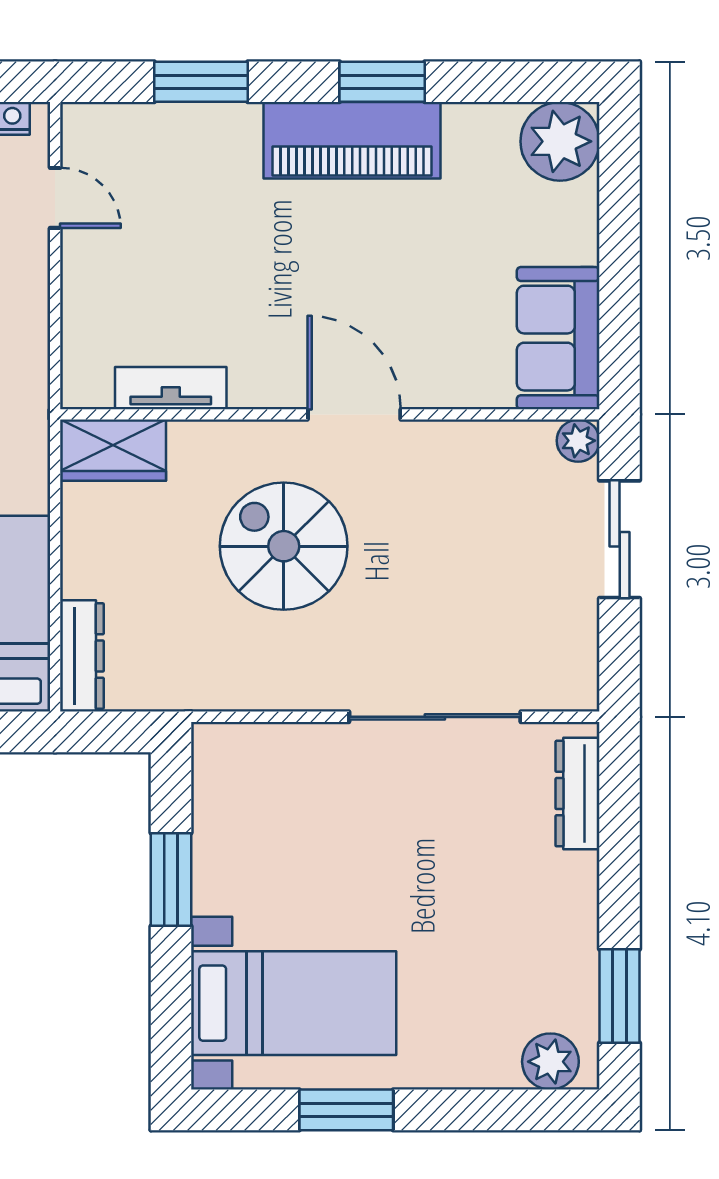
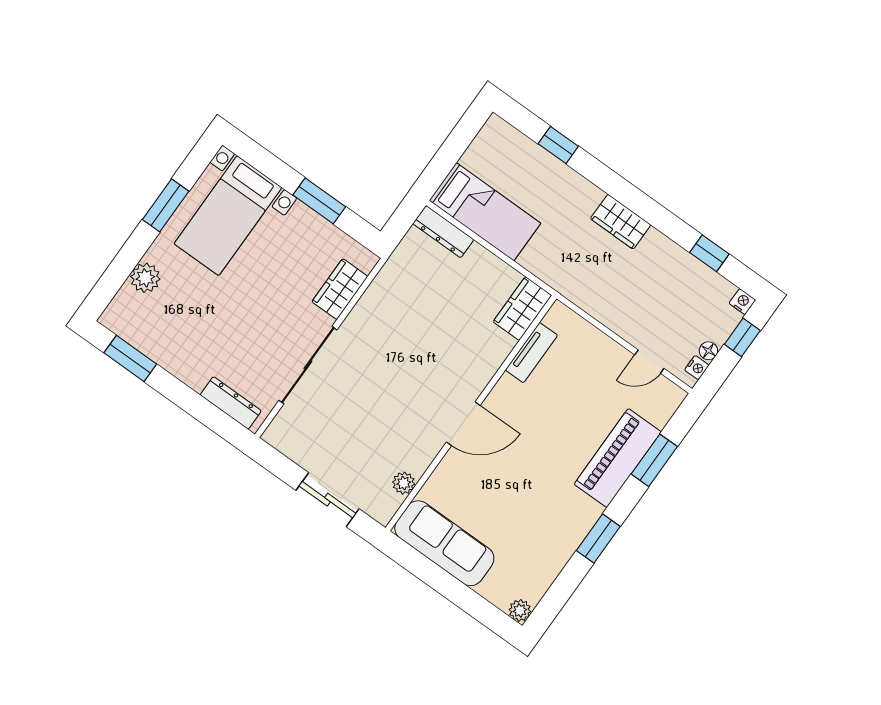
piano: (352, 140) -> (618, 458), moved
plant: (560, 141) -> (520, 610), width x0.53, depth x0.53
sofa: (558, 338) -> (444, 543), width x1.36
plant: (578, 441) -> (404, 483), moved
spiral stairs: (284, 546) -> (428, 353), removed
wardrobe: (283, 751) -> (340, 289), added
plant: (550, 1062) -> (145, 278), moved

